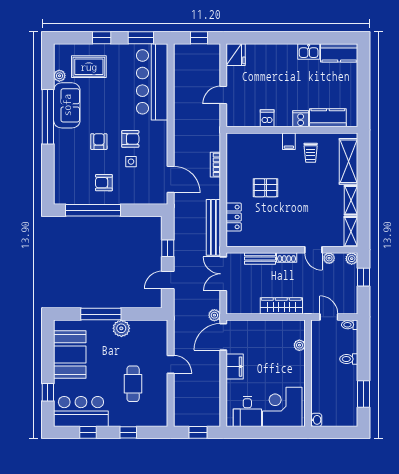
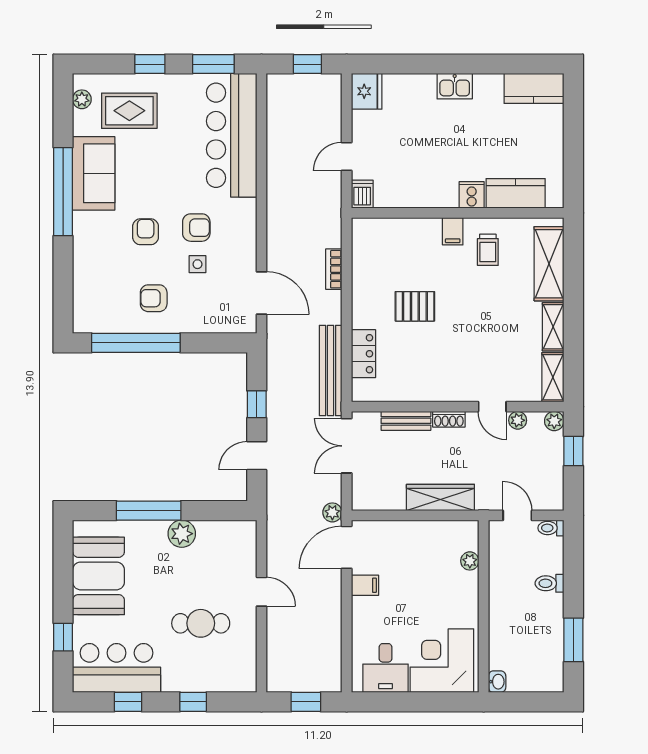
kitchen sink: (309, 52) -> (455, 86), moved
plant: (59, 76) -> (82, 99), moved
dishwasher: (267, 118) -> (362, 194), moved
filing cabinet: (235, 367) -> (365, 585), width x0.50
cafe table: (133, 384) -> (201, 623), turned 90

